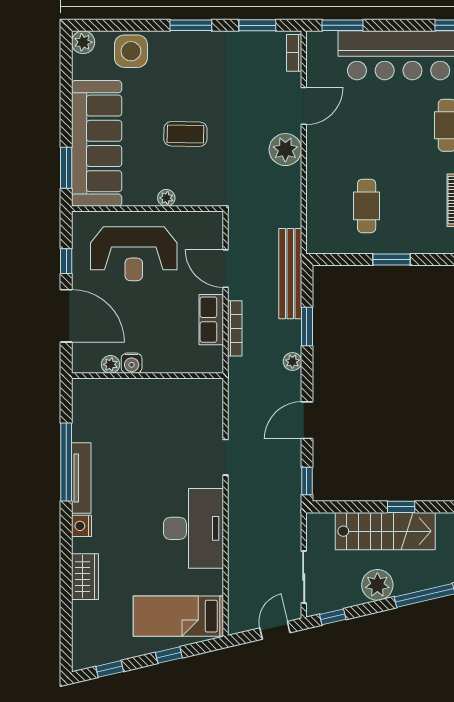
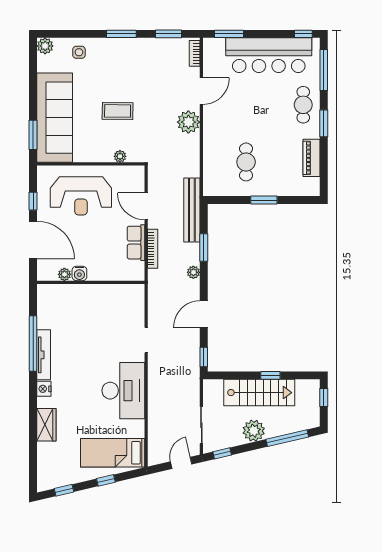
side table: (131, 51) -> (79, 52), width x0.54, depth x0.54
plant: (166, 198) -> (120, 156), moved

